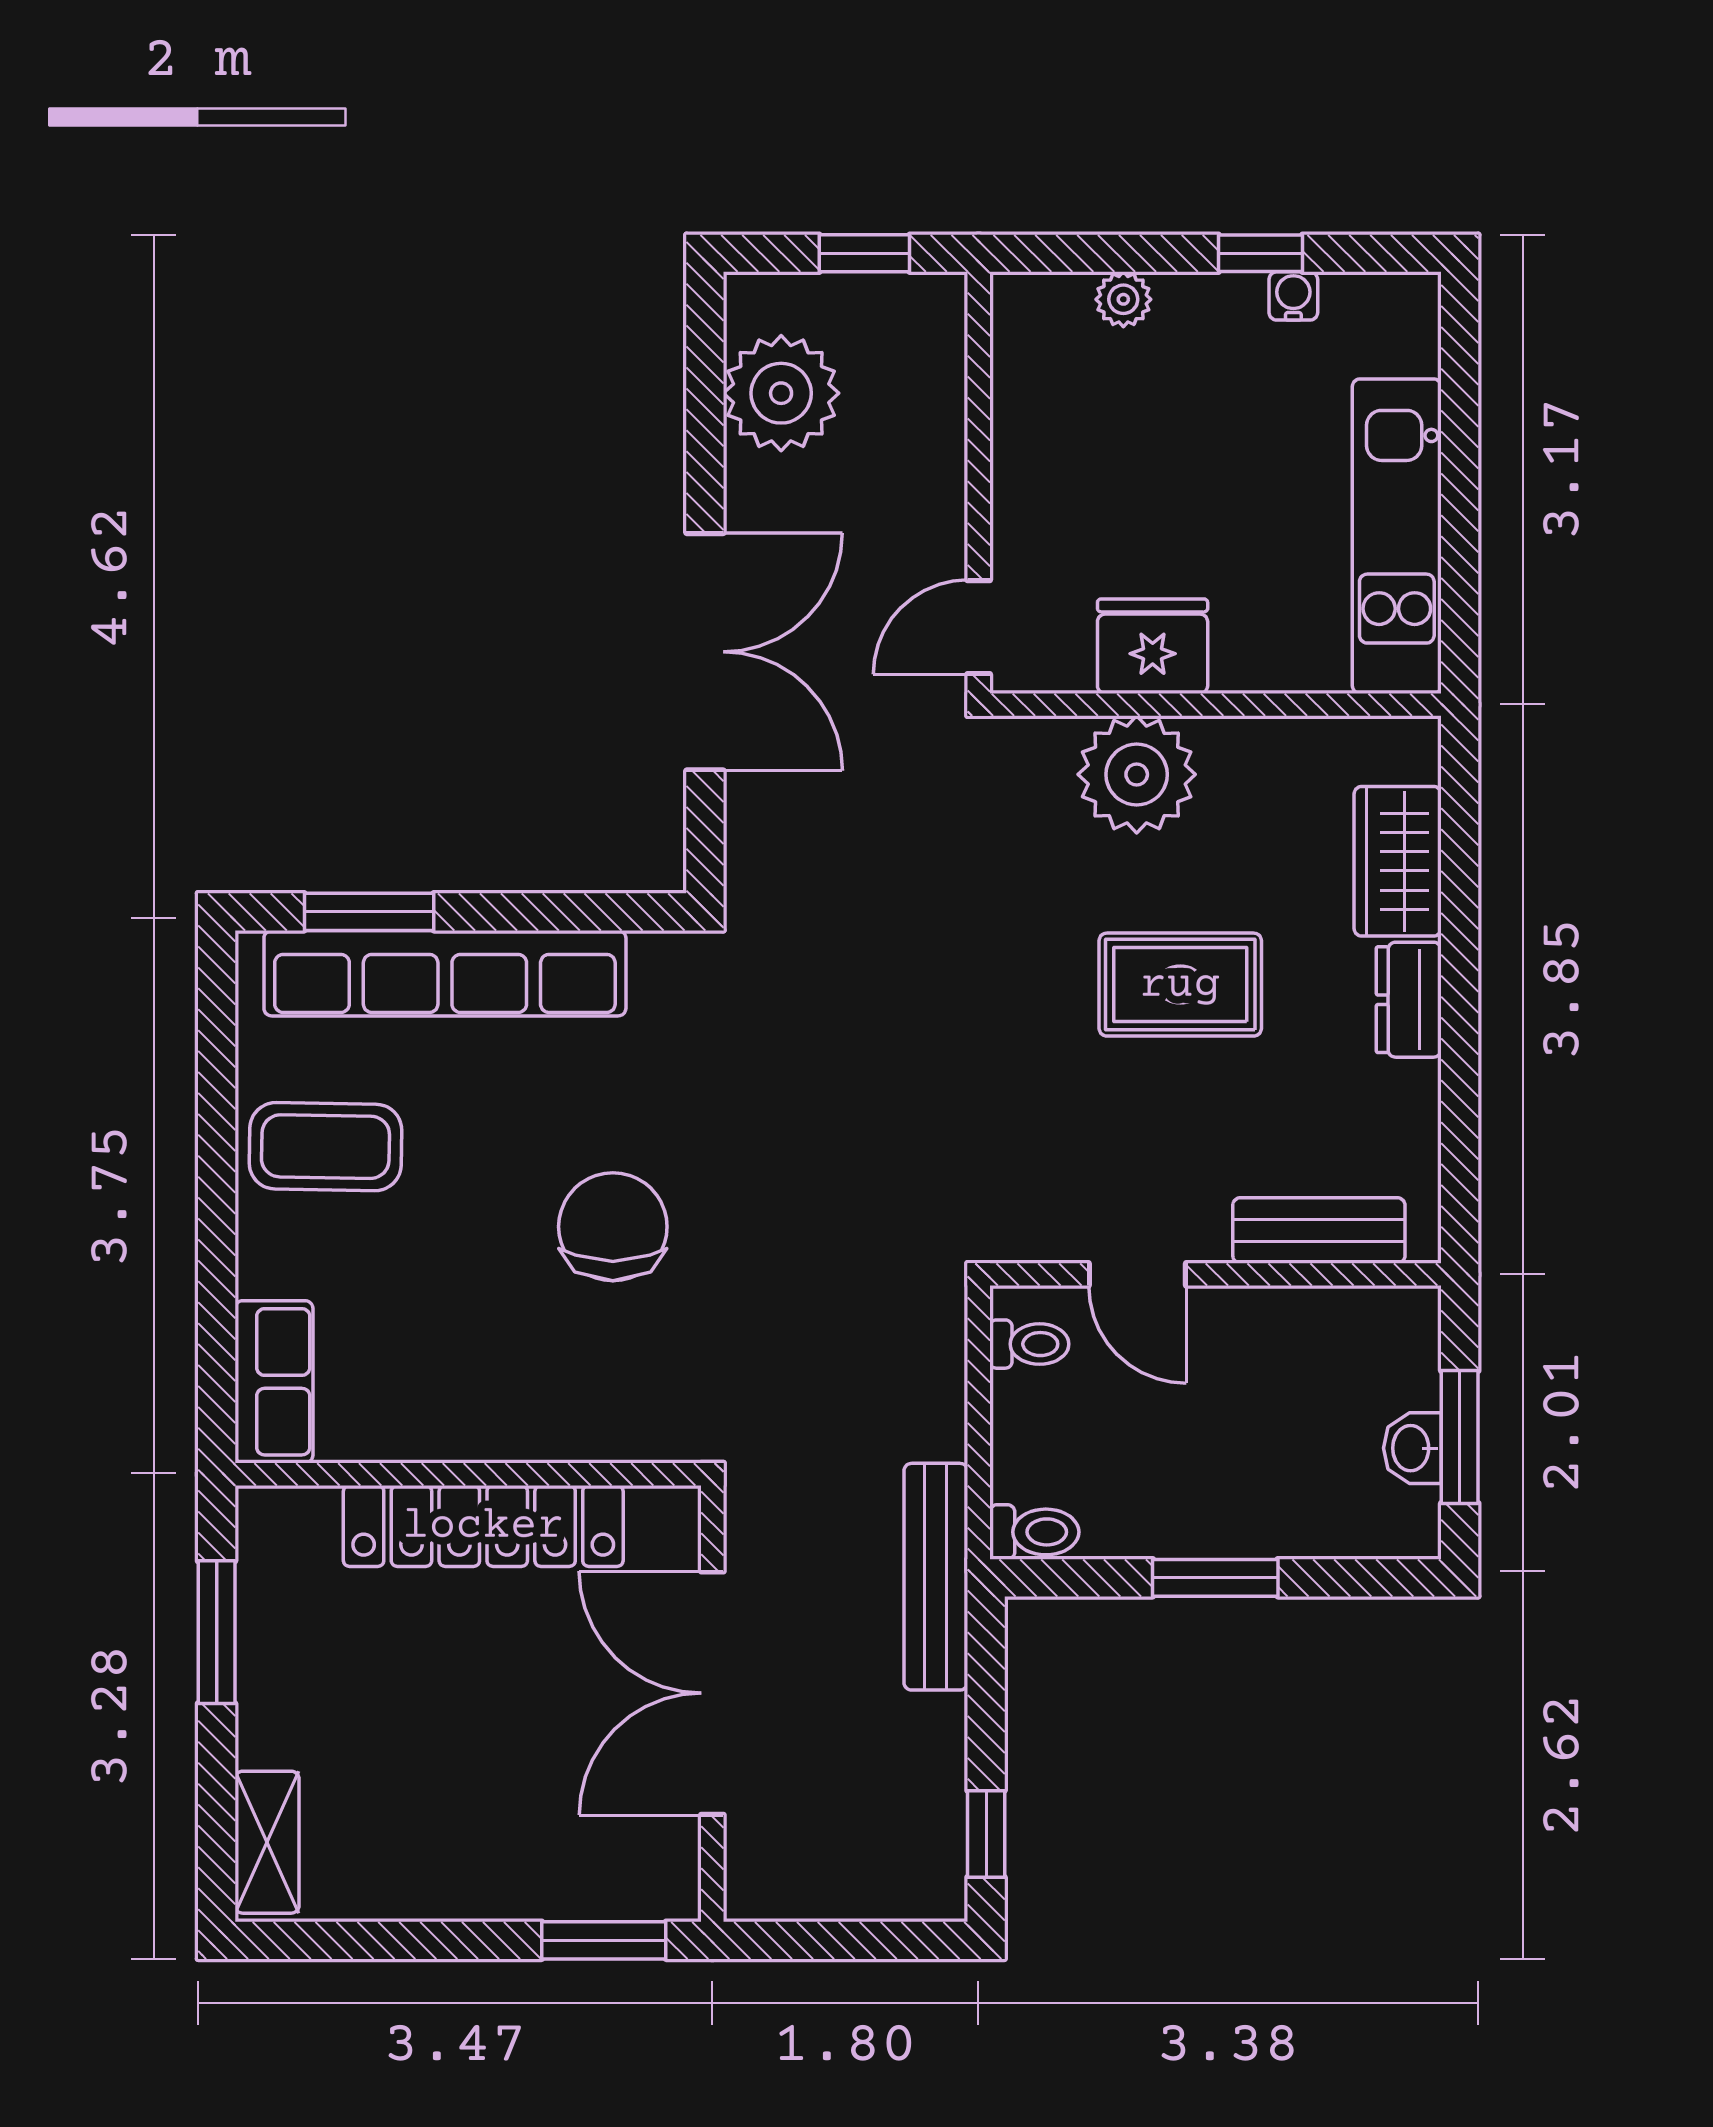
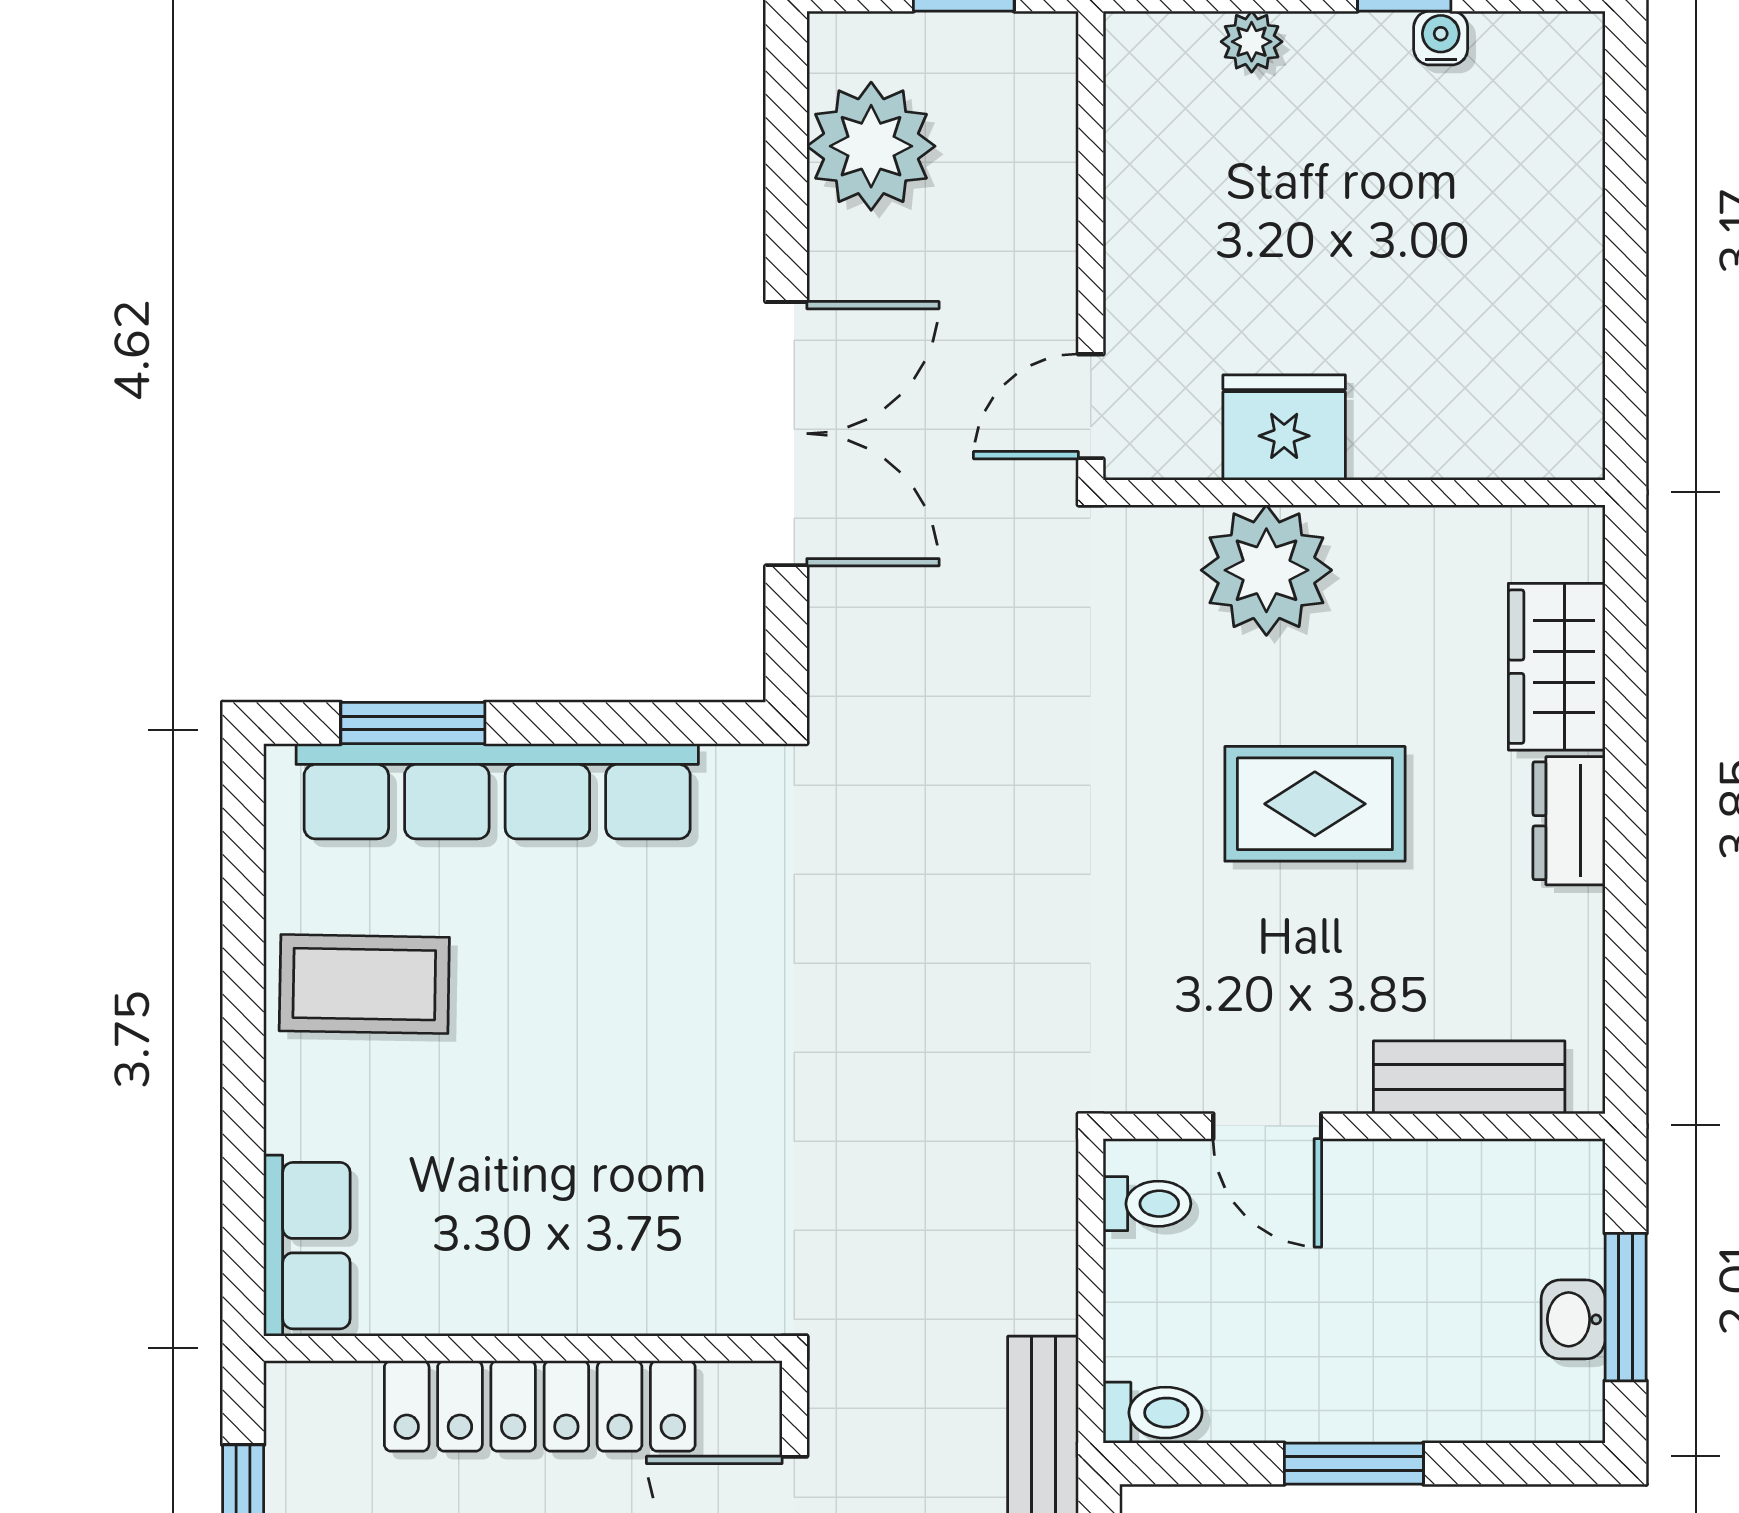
kitchen unit: (1397, 536) -> (1556, 305), removed
chair: (613, 1227) -> (684, 1073), removed

